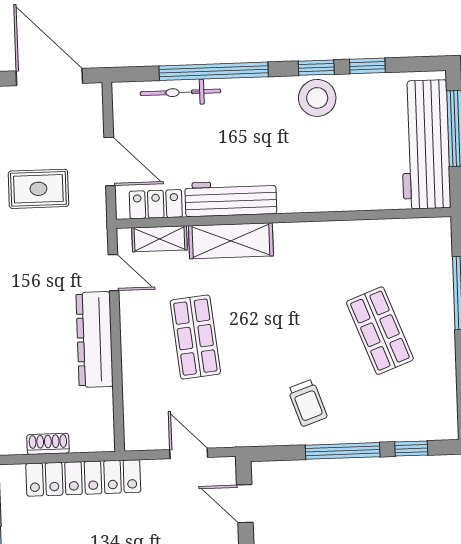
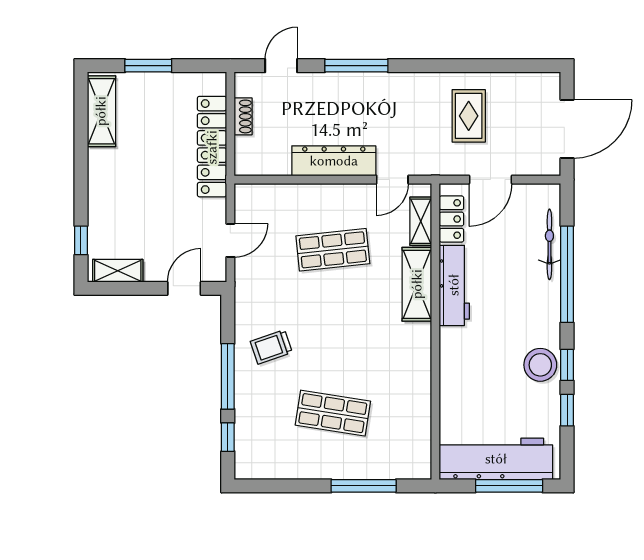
shop shelf: (380, 331) -> (333, 413), turned 30

